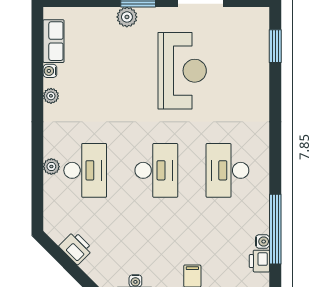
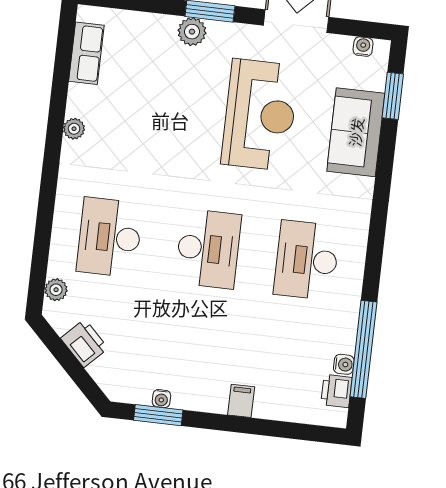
water cooler: (50, 71) -> (363, 47), moved, turned 90
sofa: (252, 75) -> (356, 132), added
plant: (51, 167) -> (56, 290), moved
desk: (85, 170) -> (110, 237), turned 180

